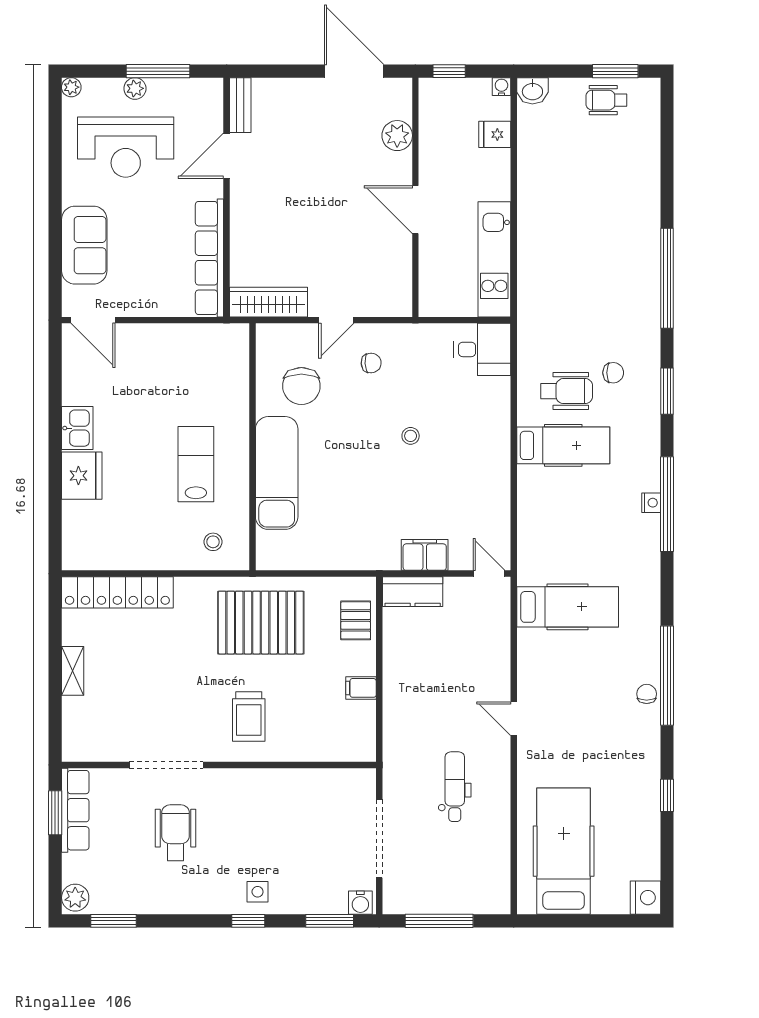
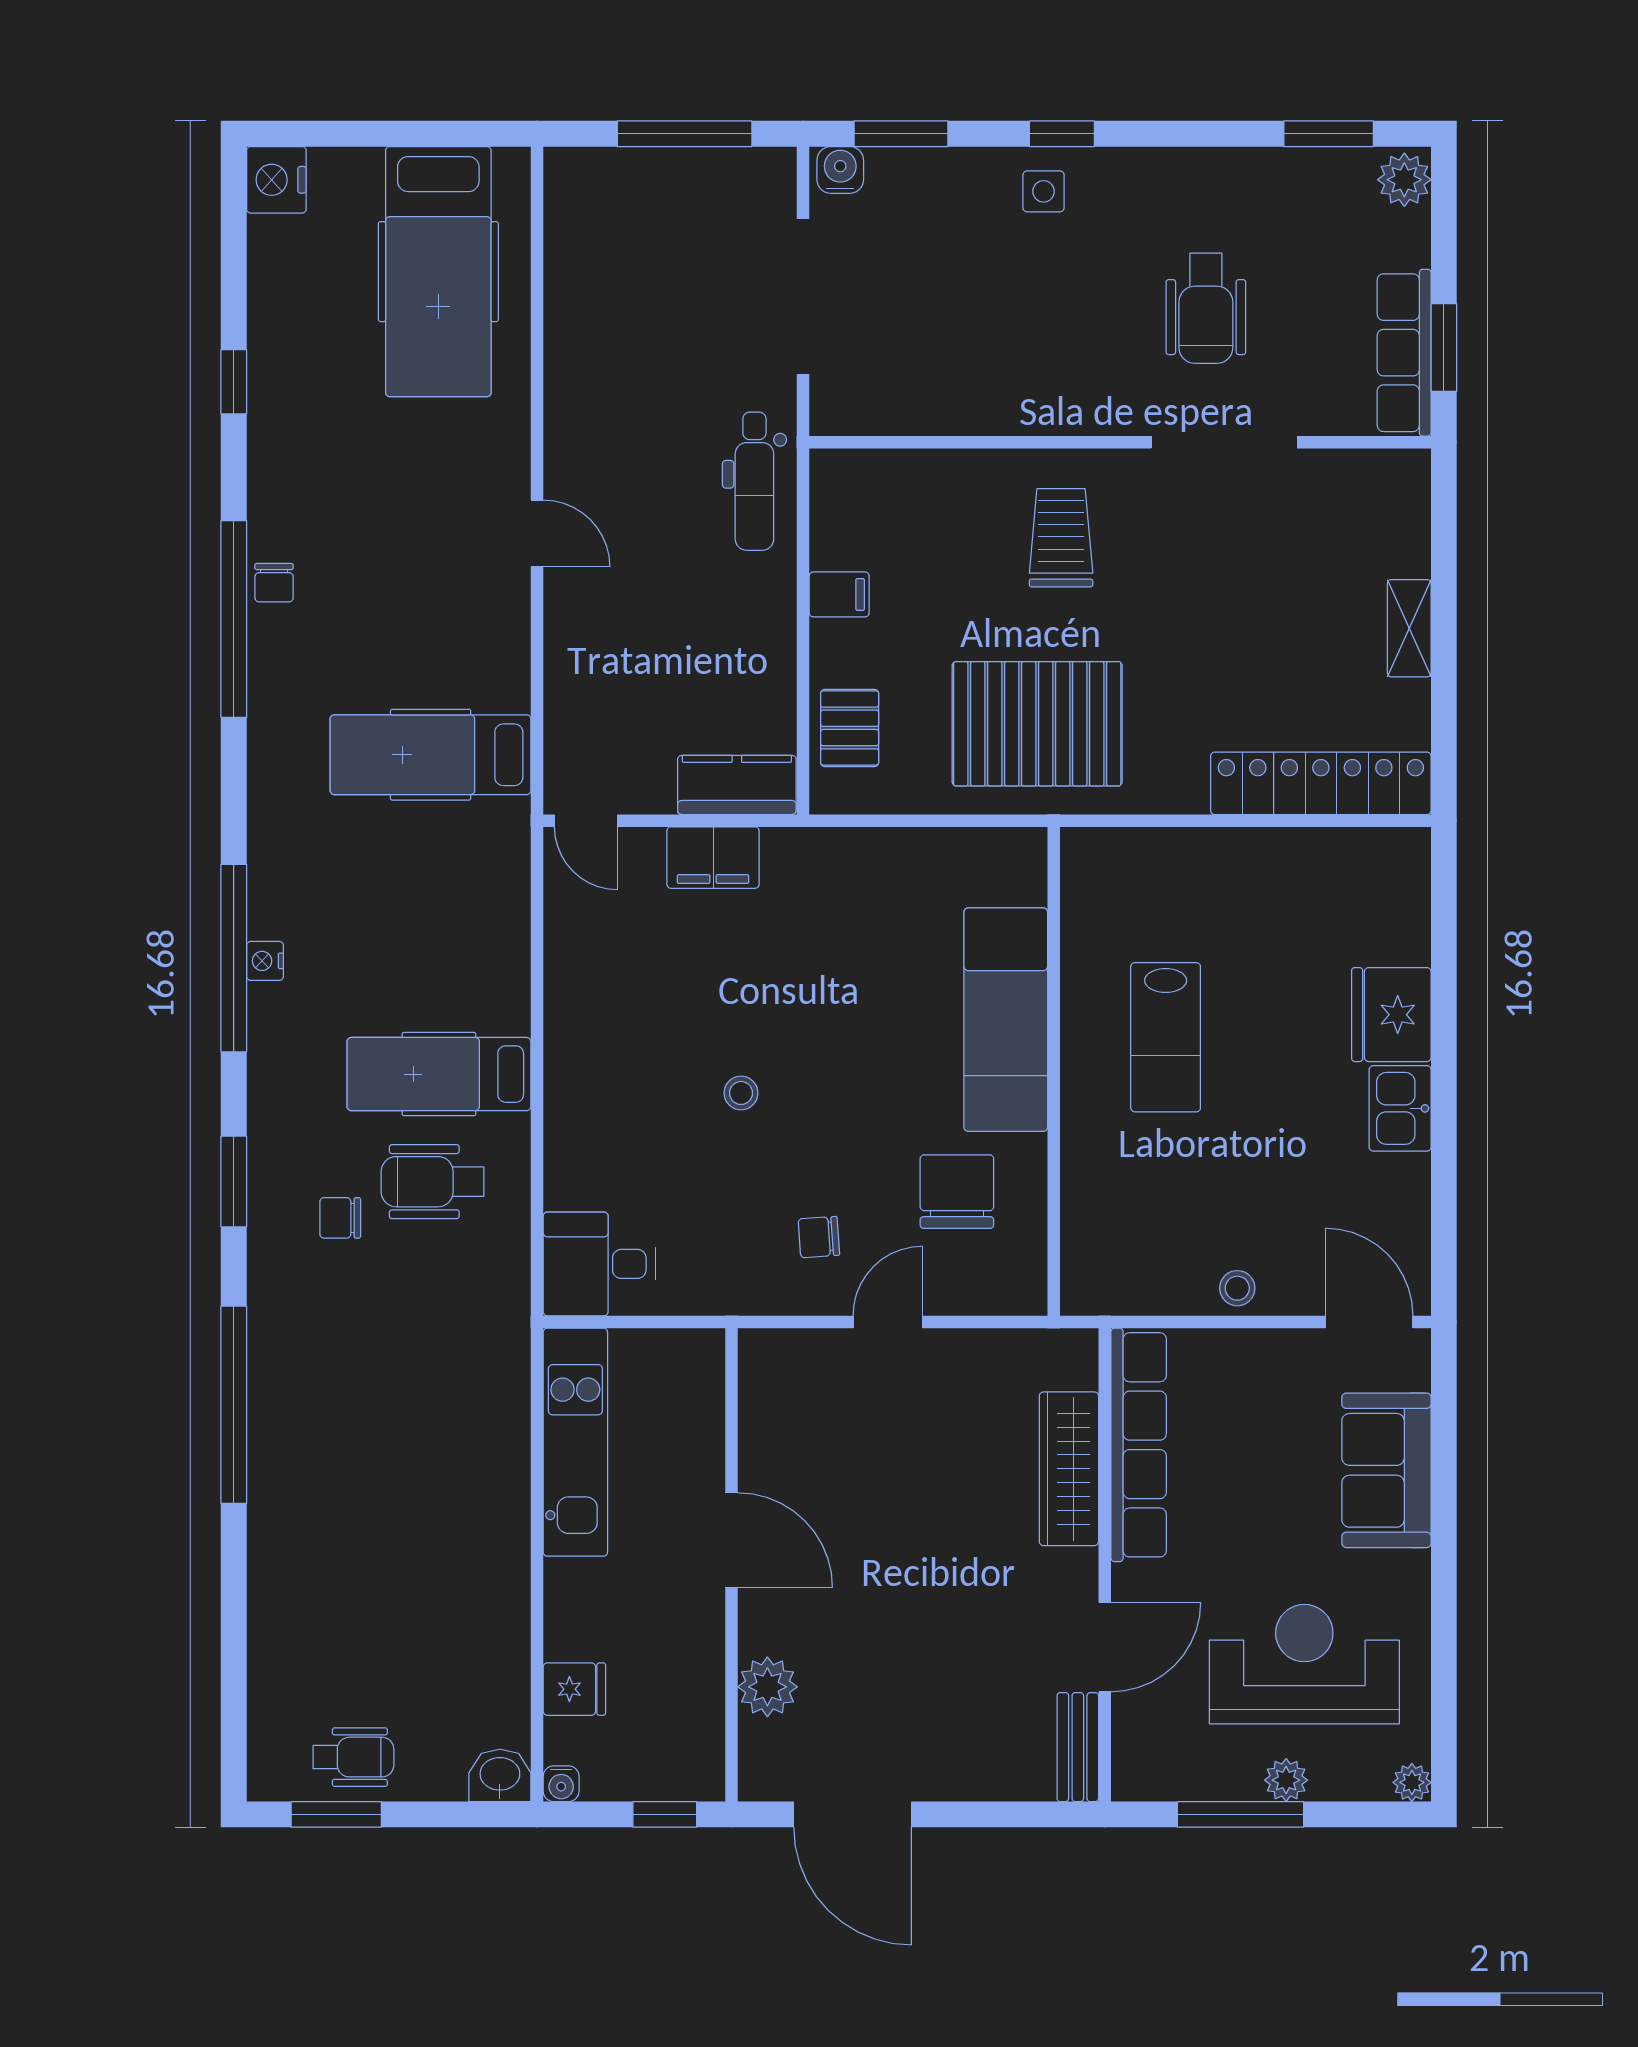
wardrobe: (269, 302) -> (1069, 1469), moved, turned 90
stool: (213, 542) -> (1237, 1288), moved
dental chair: (455, 787) -> (754, 481), moved

